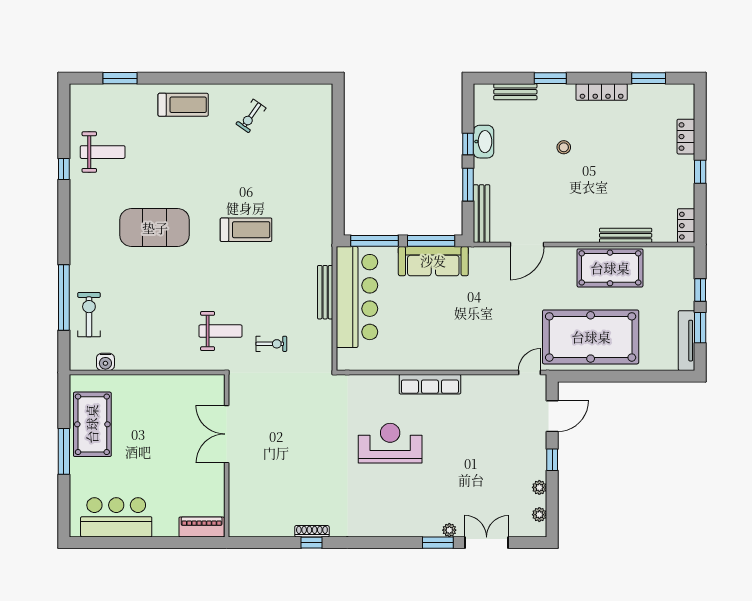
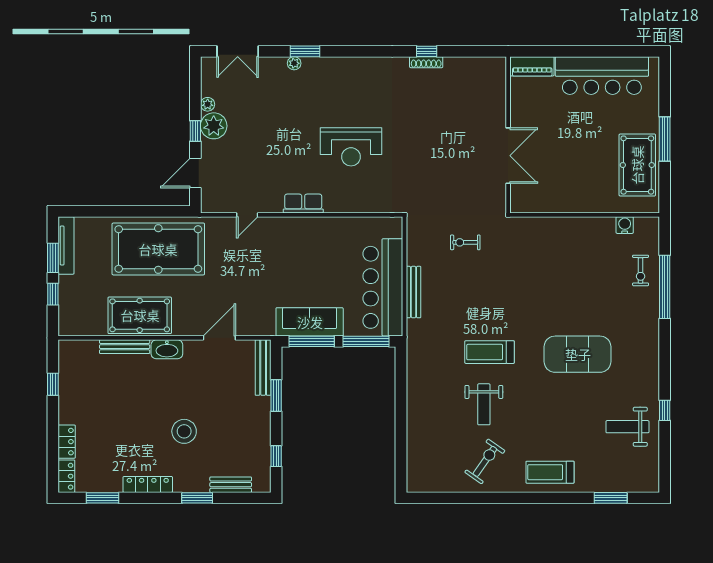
exercise bike: (251, 116) -> (485, 461), width x1.38, depth x1.39
washbasin: (484, 142) -> (167, 349), moved, turned -90
window: (468, 144) -> (276, 456), moved
stool: (564, 147) -> (184, 431), width x1.89, depth x1.89
window: (700, 172) -> (53, 384), moved
locker: (686, 226) -> (66, 476), moved
exercise bike: (89, 315) -> (641, 270), width x0.73, depth x0.72
weight bench: (220, 331) -> (484, 404), moved, turned -90
door: (529, 372) -> (247, 215), moved
row of seats: (430, 384) -> (303, 204), width x0.68
plant: (539, 515) -> (214, 126), moved, width x1.87, depth x1.87
bar counter: (116, 517) -> (602, 76), width x1.36
double door: (487, 543) -> (238, 51), moved

